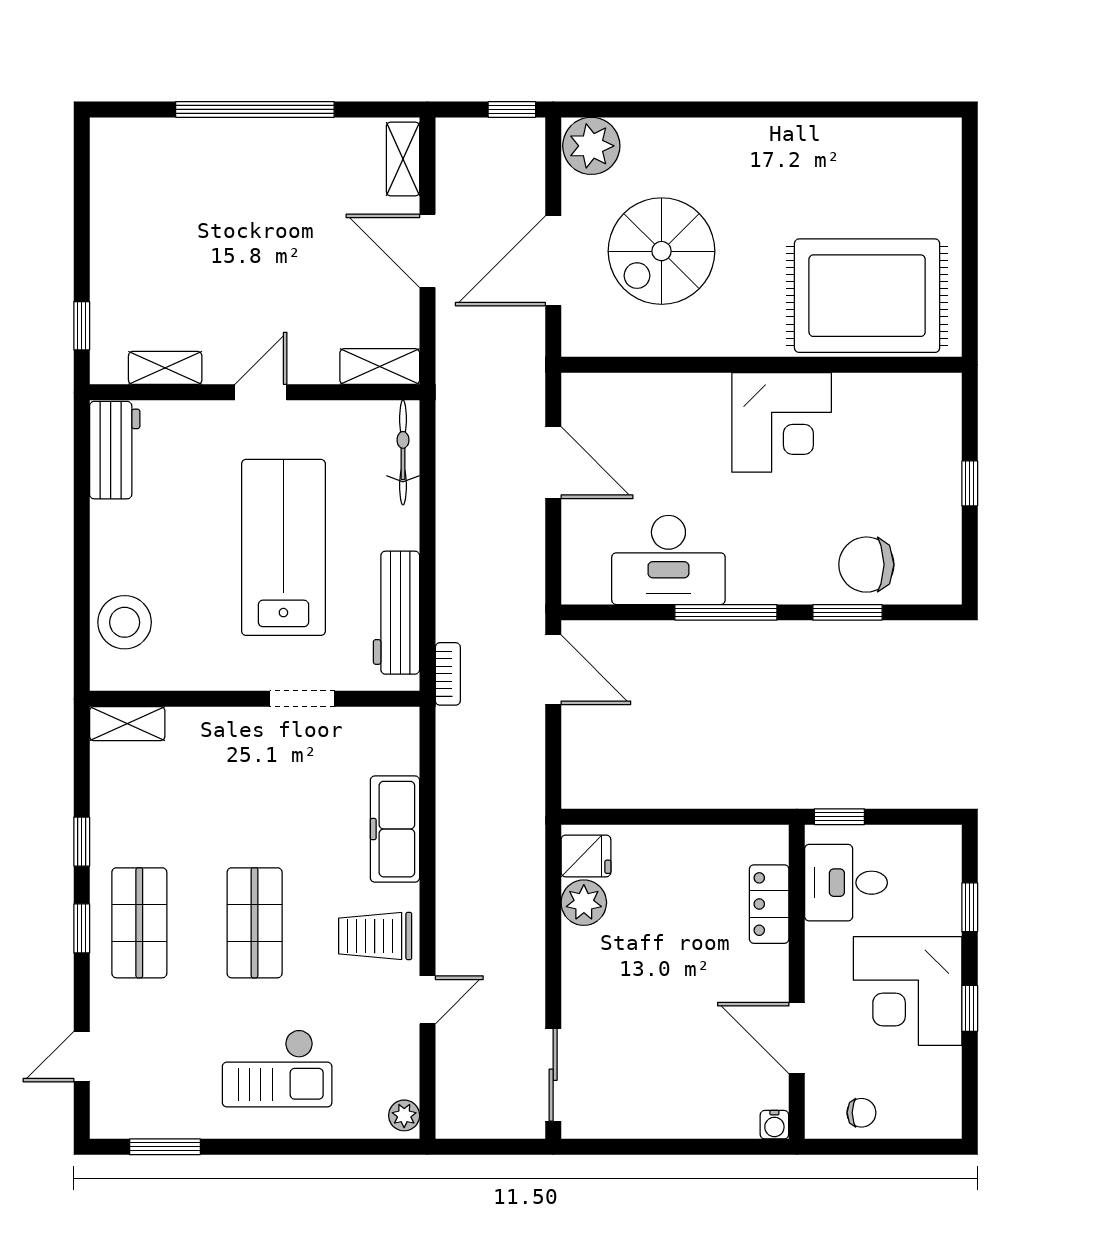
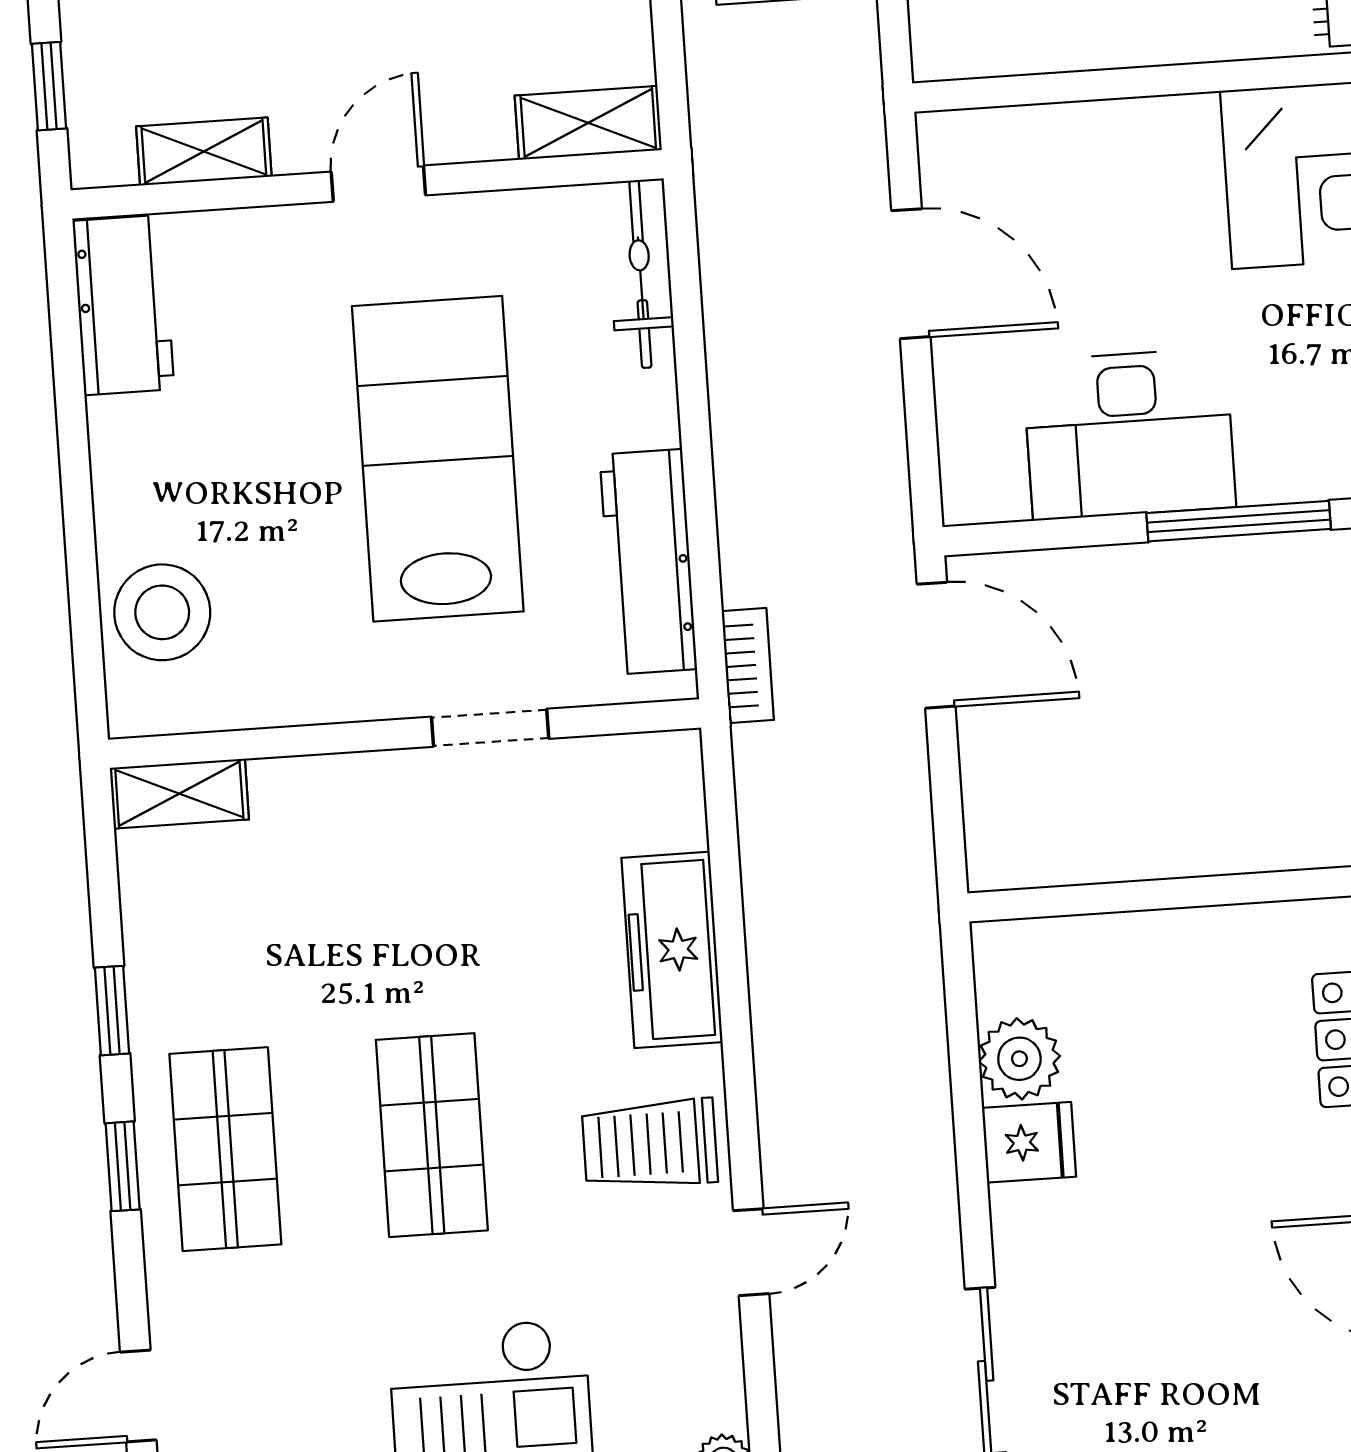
fridge: (586, 856) -> (1029, 1142), moved

